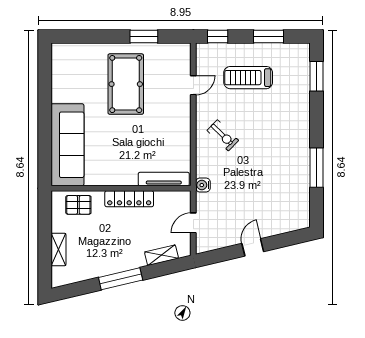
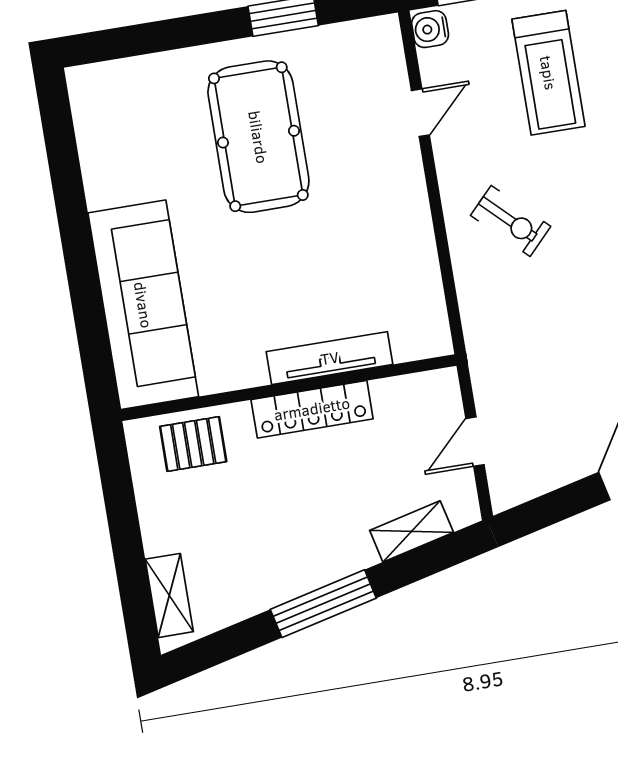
treadmill: (248, 78) -> (548, 73), turned -90
tv unit: (164, 179) -> (330, 358), moved
water cooler: (203, 185) -> (430, 29), moved
shelving: (58, 249) -> (169, 595), moved

